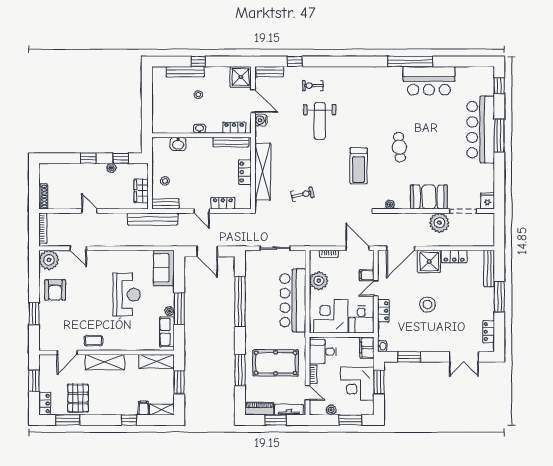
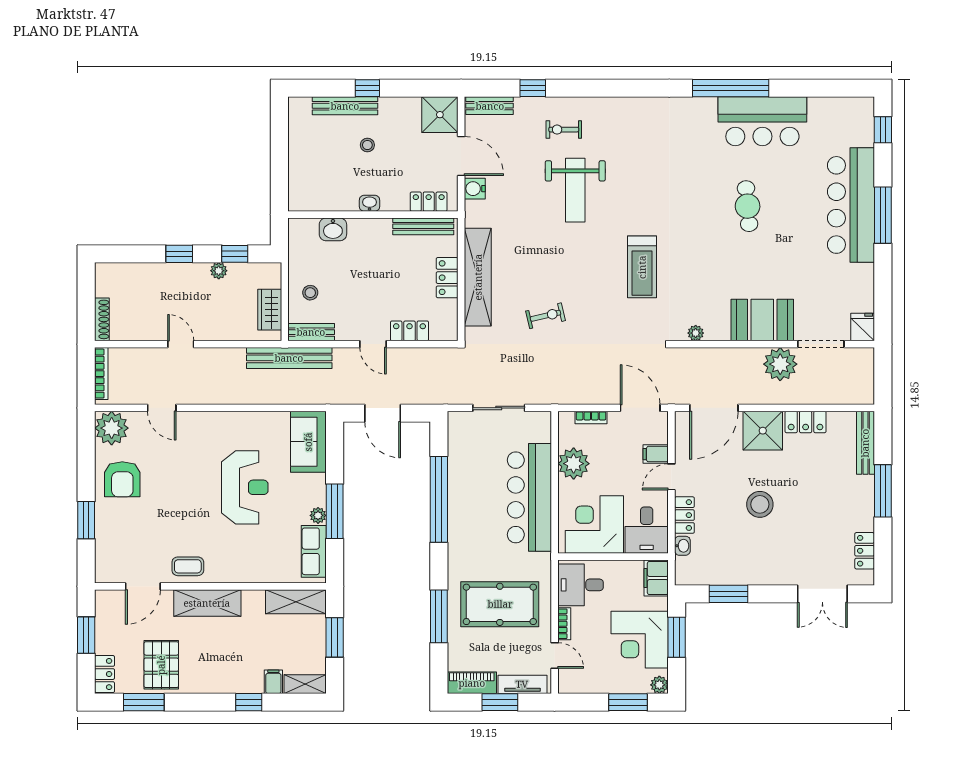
cafe table: (399, 147) -> (748, 206), moved
washbasin: (382, 346) -> (682, 546), moved
plant: (331, 410) -> (659, 685), moved

